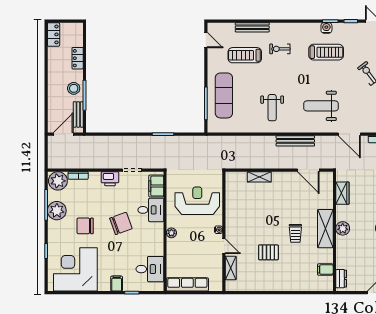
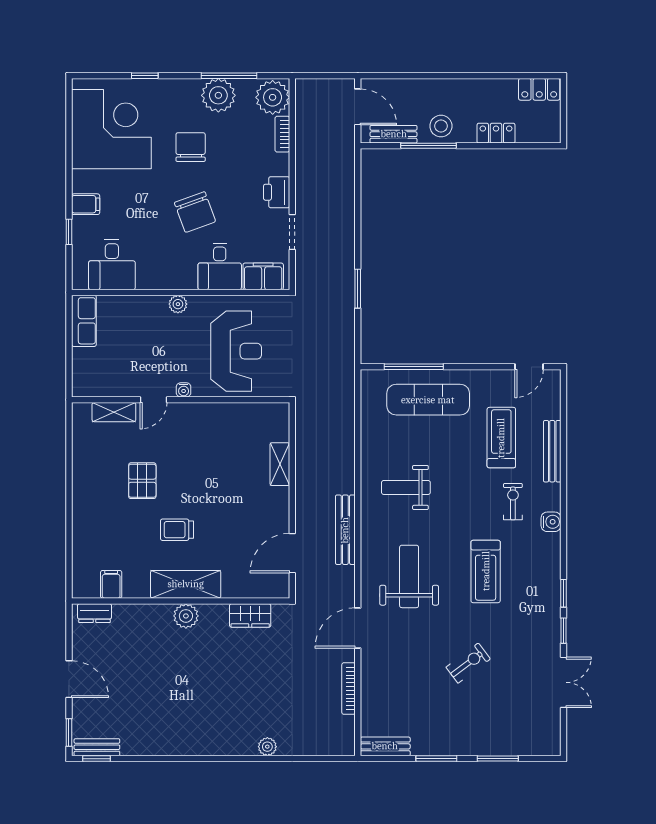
water cooler: (326, 28) -> (551, 522), moved
treadmill: (326, 52) -> (486, 571), moved
row of seats: (187, 284) -> (84, 321), width x0.68

